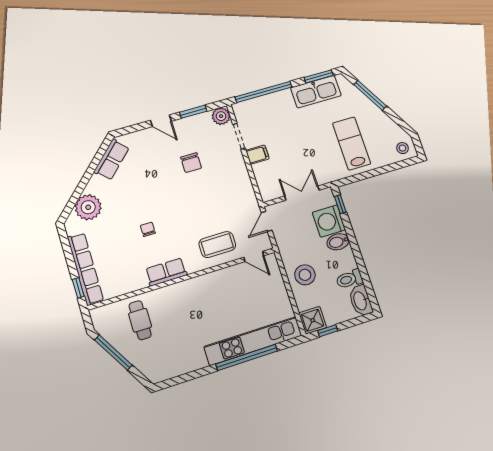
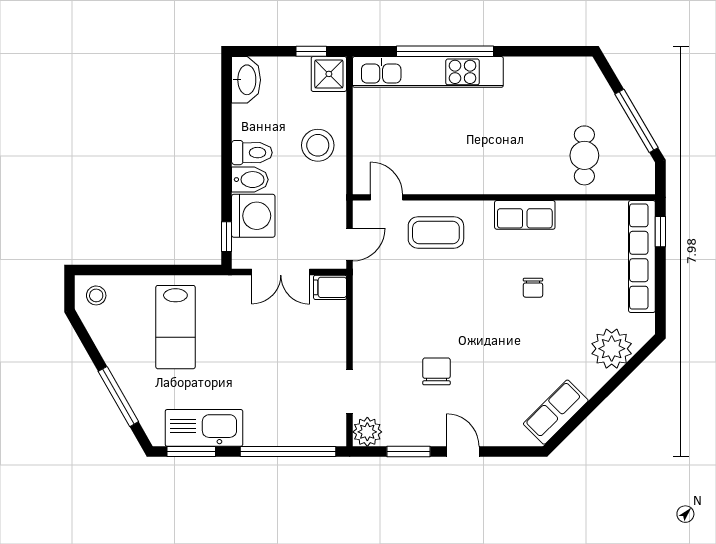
filing cabinet: (257, 155) -> (330, 287), moved
toilet: (349, 279) -> (252, 153), moved

